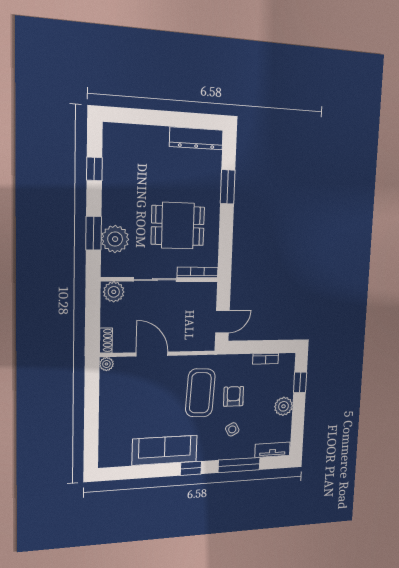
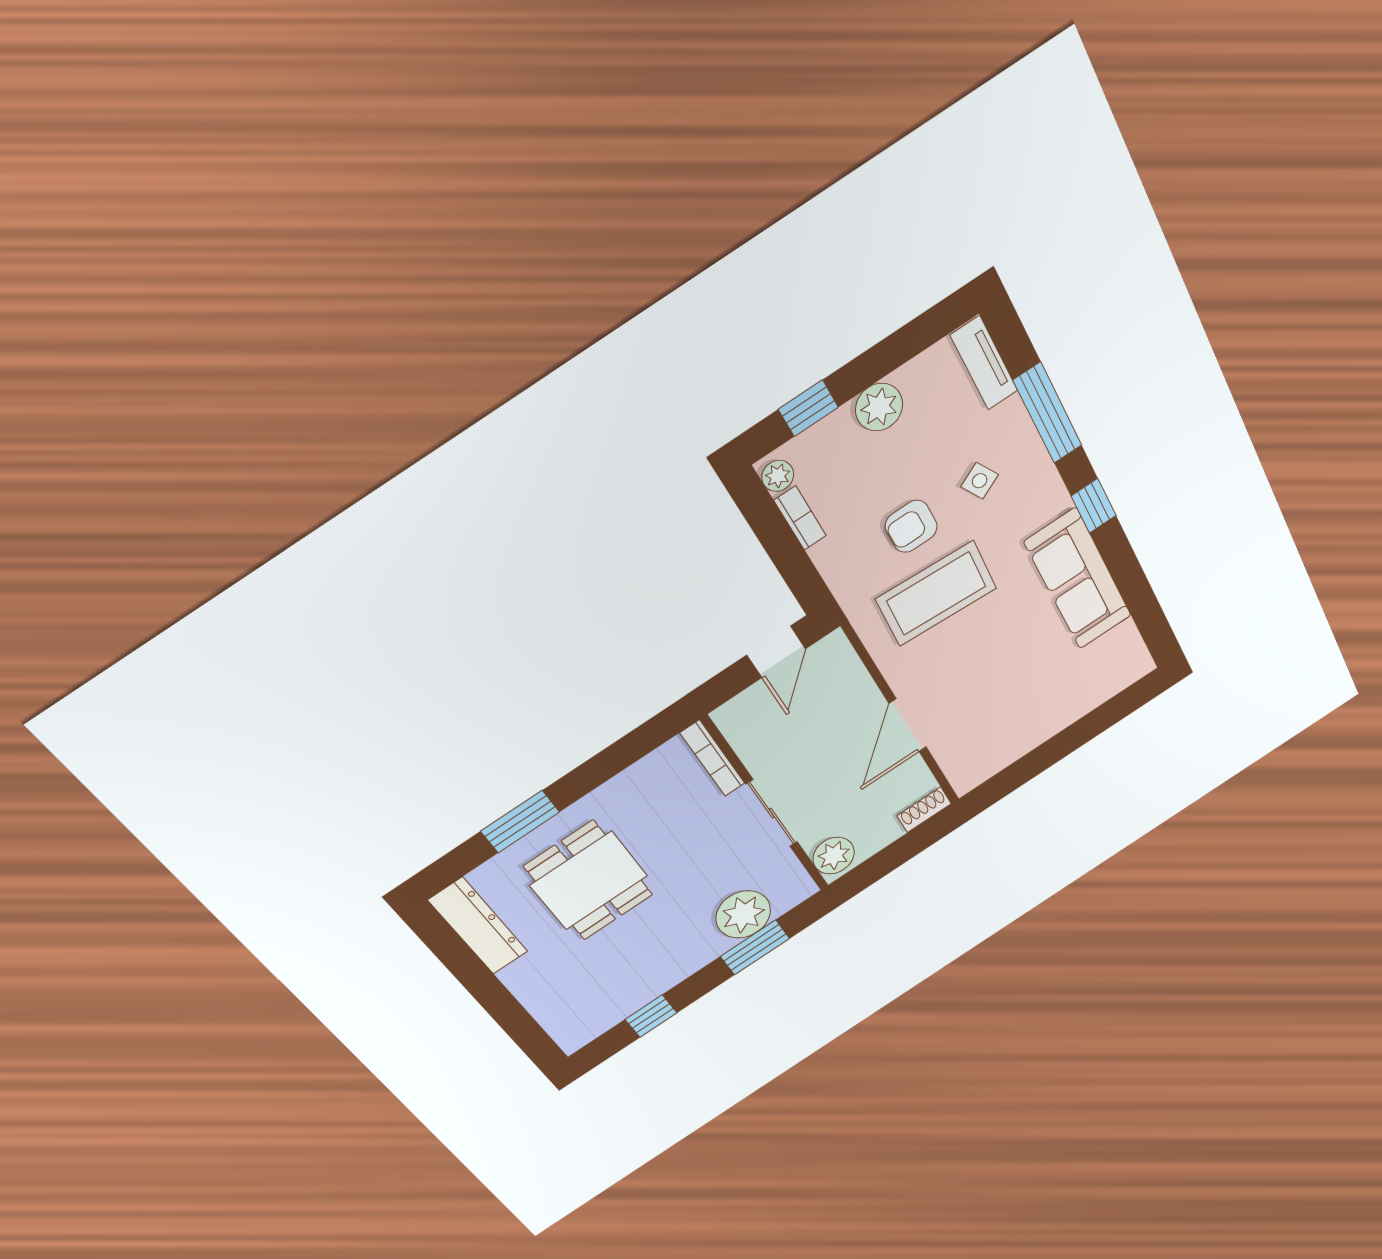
dining table: (178, 226) -> (589, 881), moved
door: (222, 322) -> (776, 652), swing flipped
plant: (106, 364) -> (778, 476), moved

